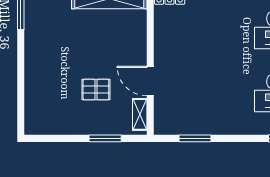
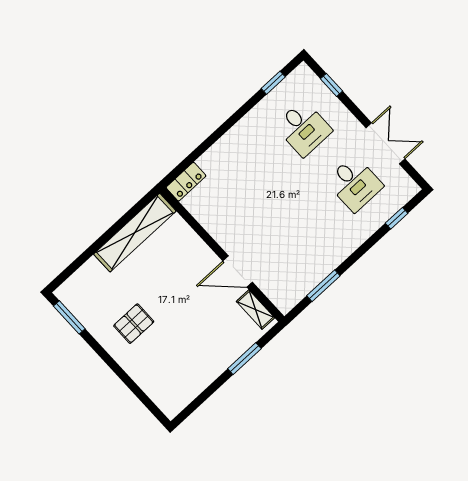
pallet: (96, 90) -> (134, 324), moved

